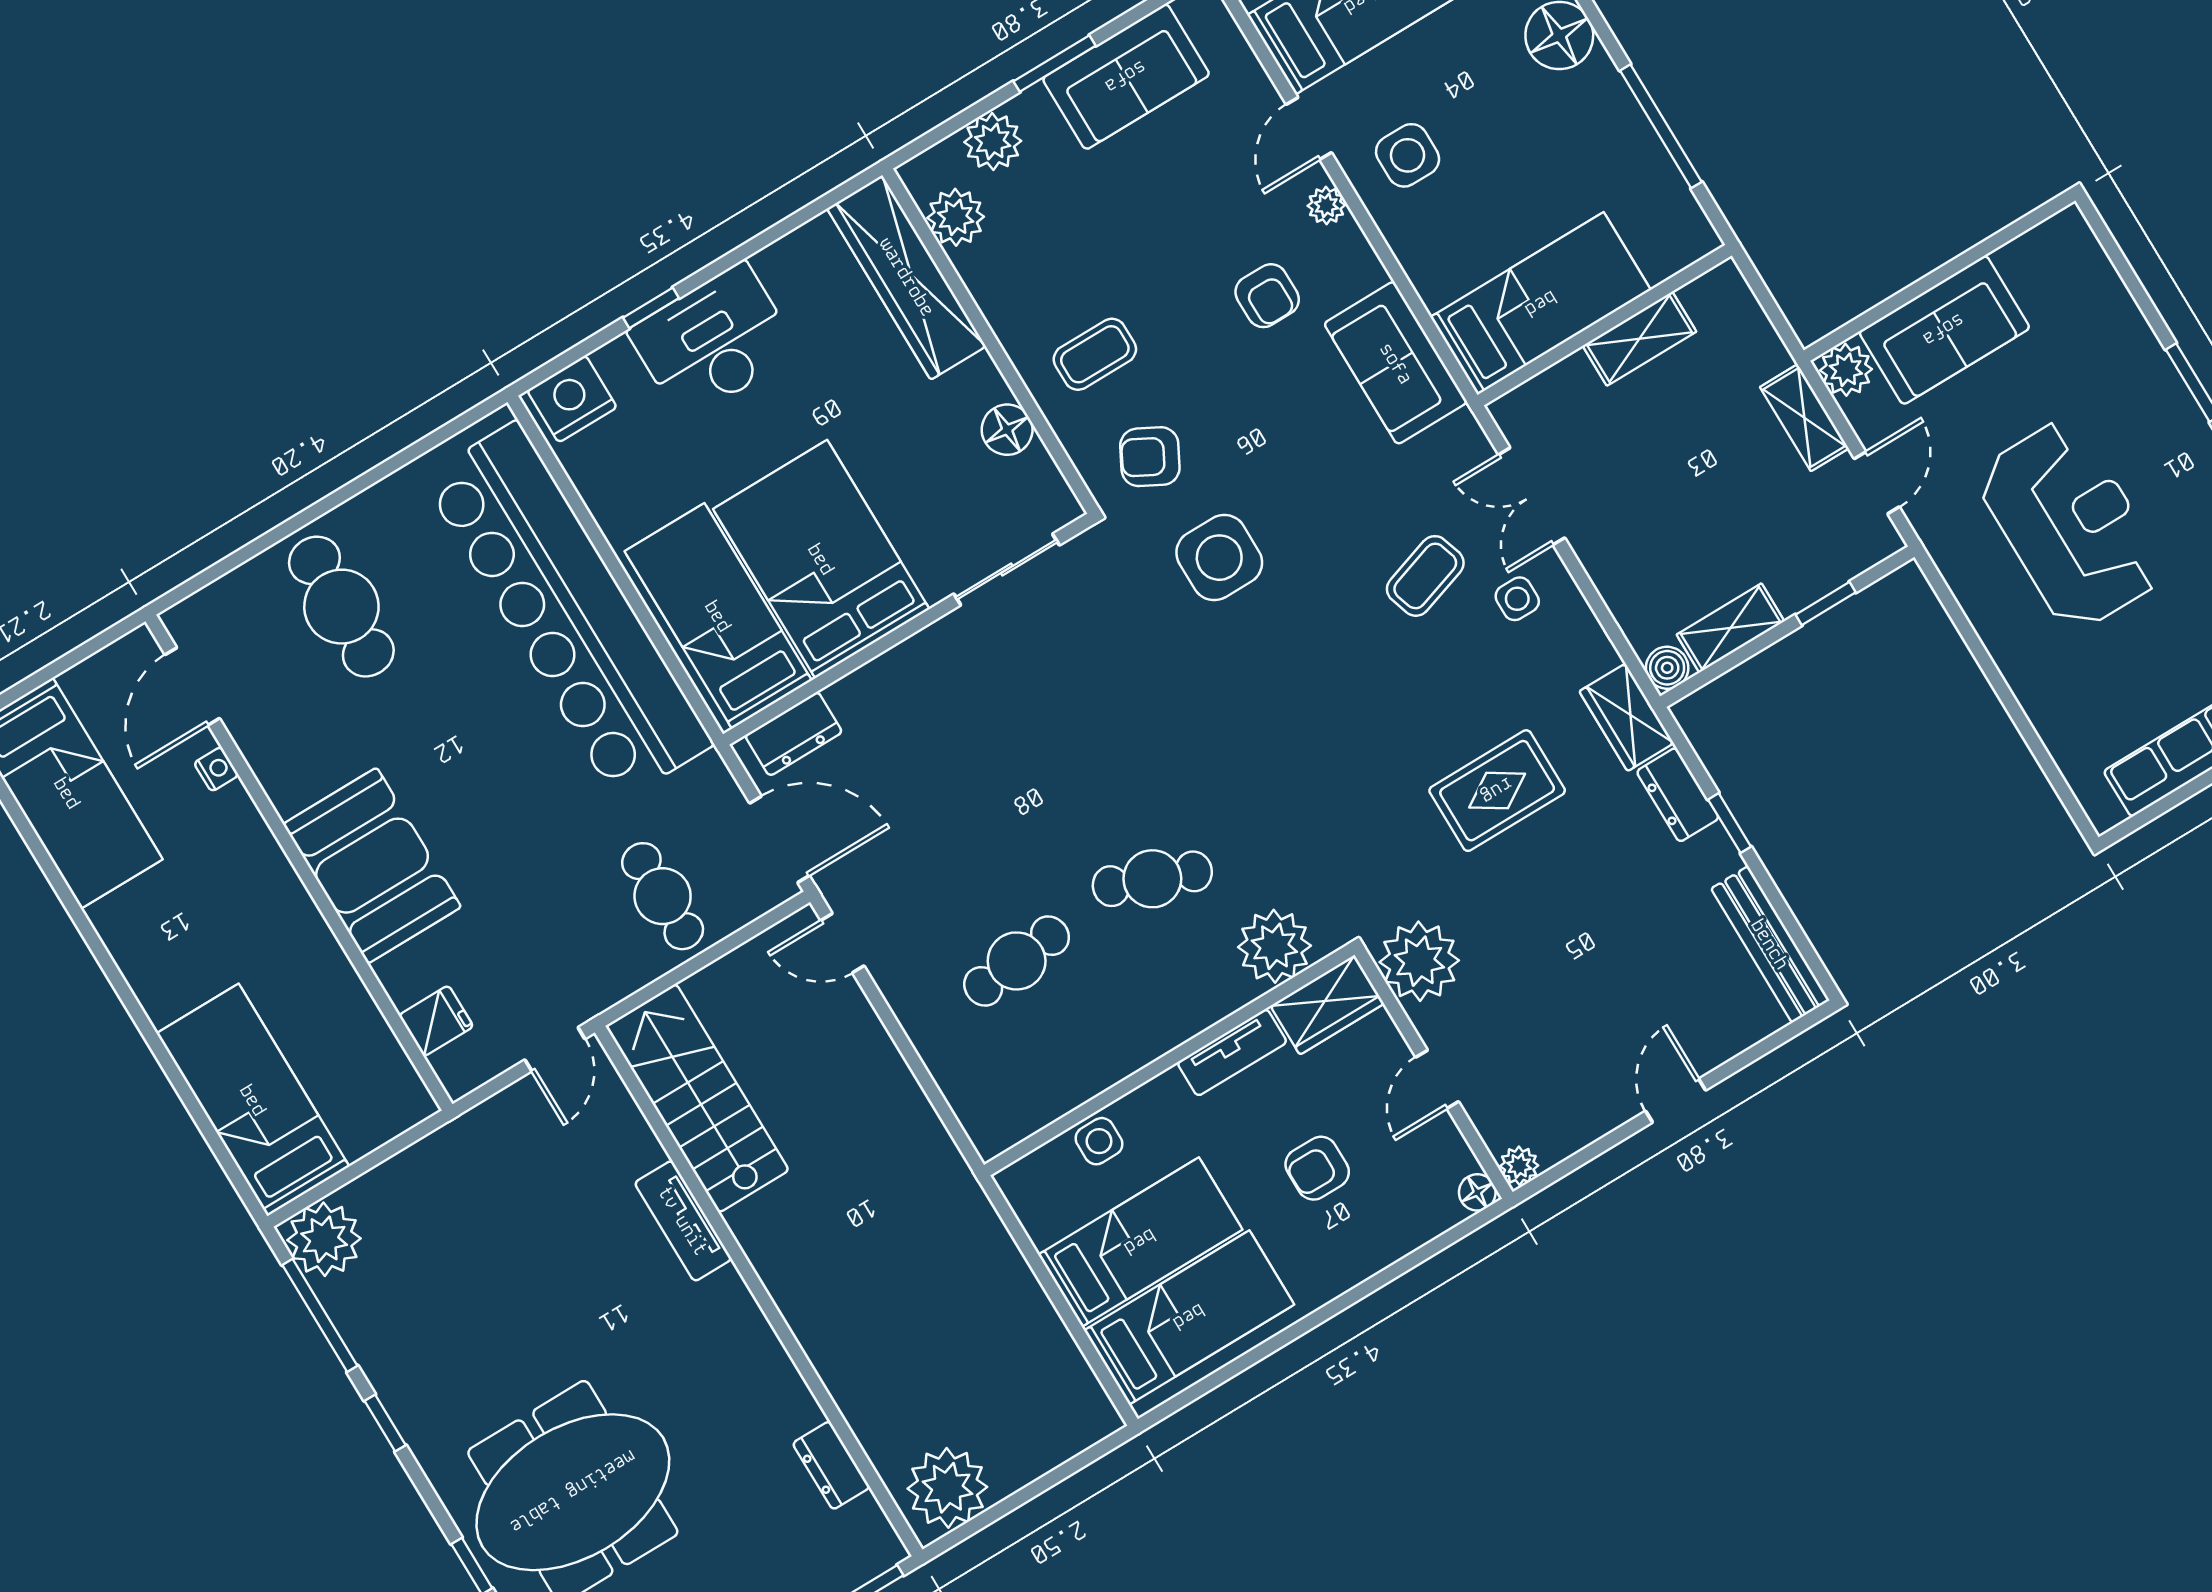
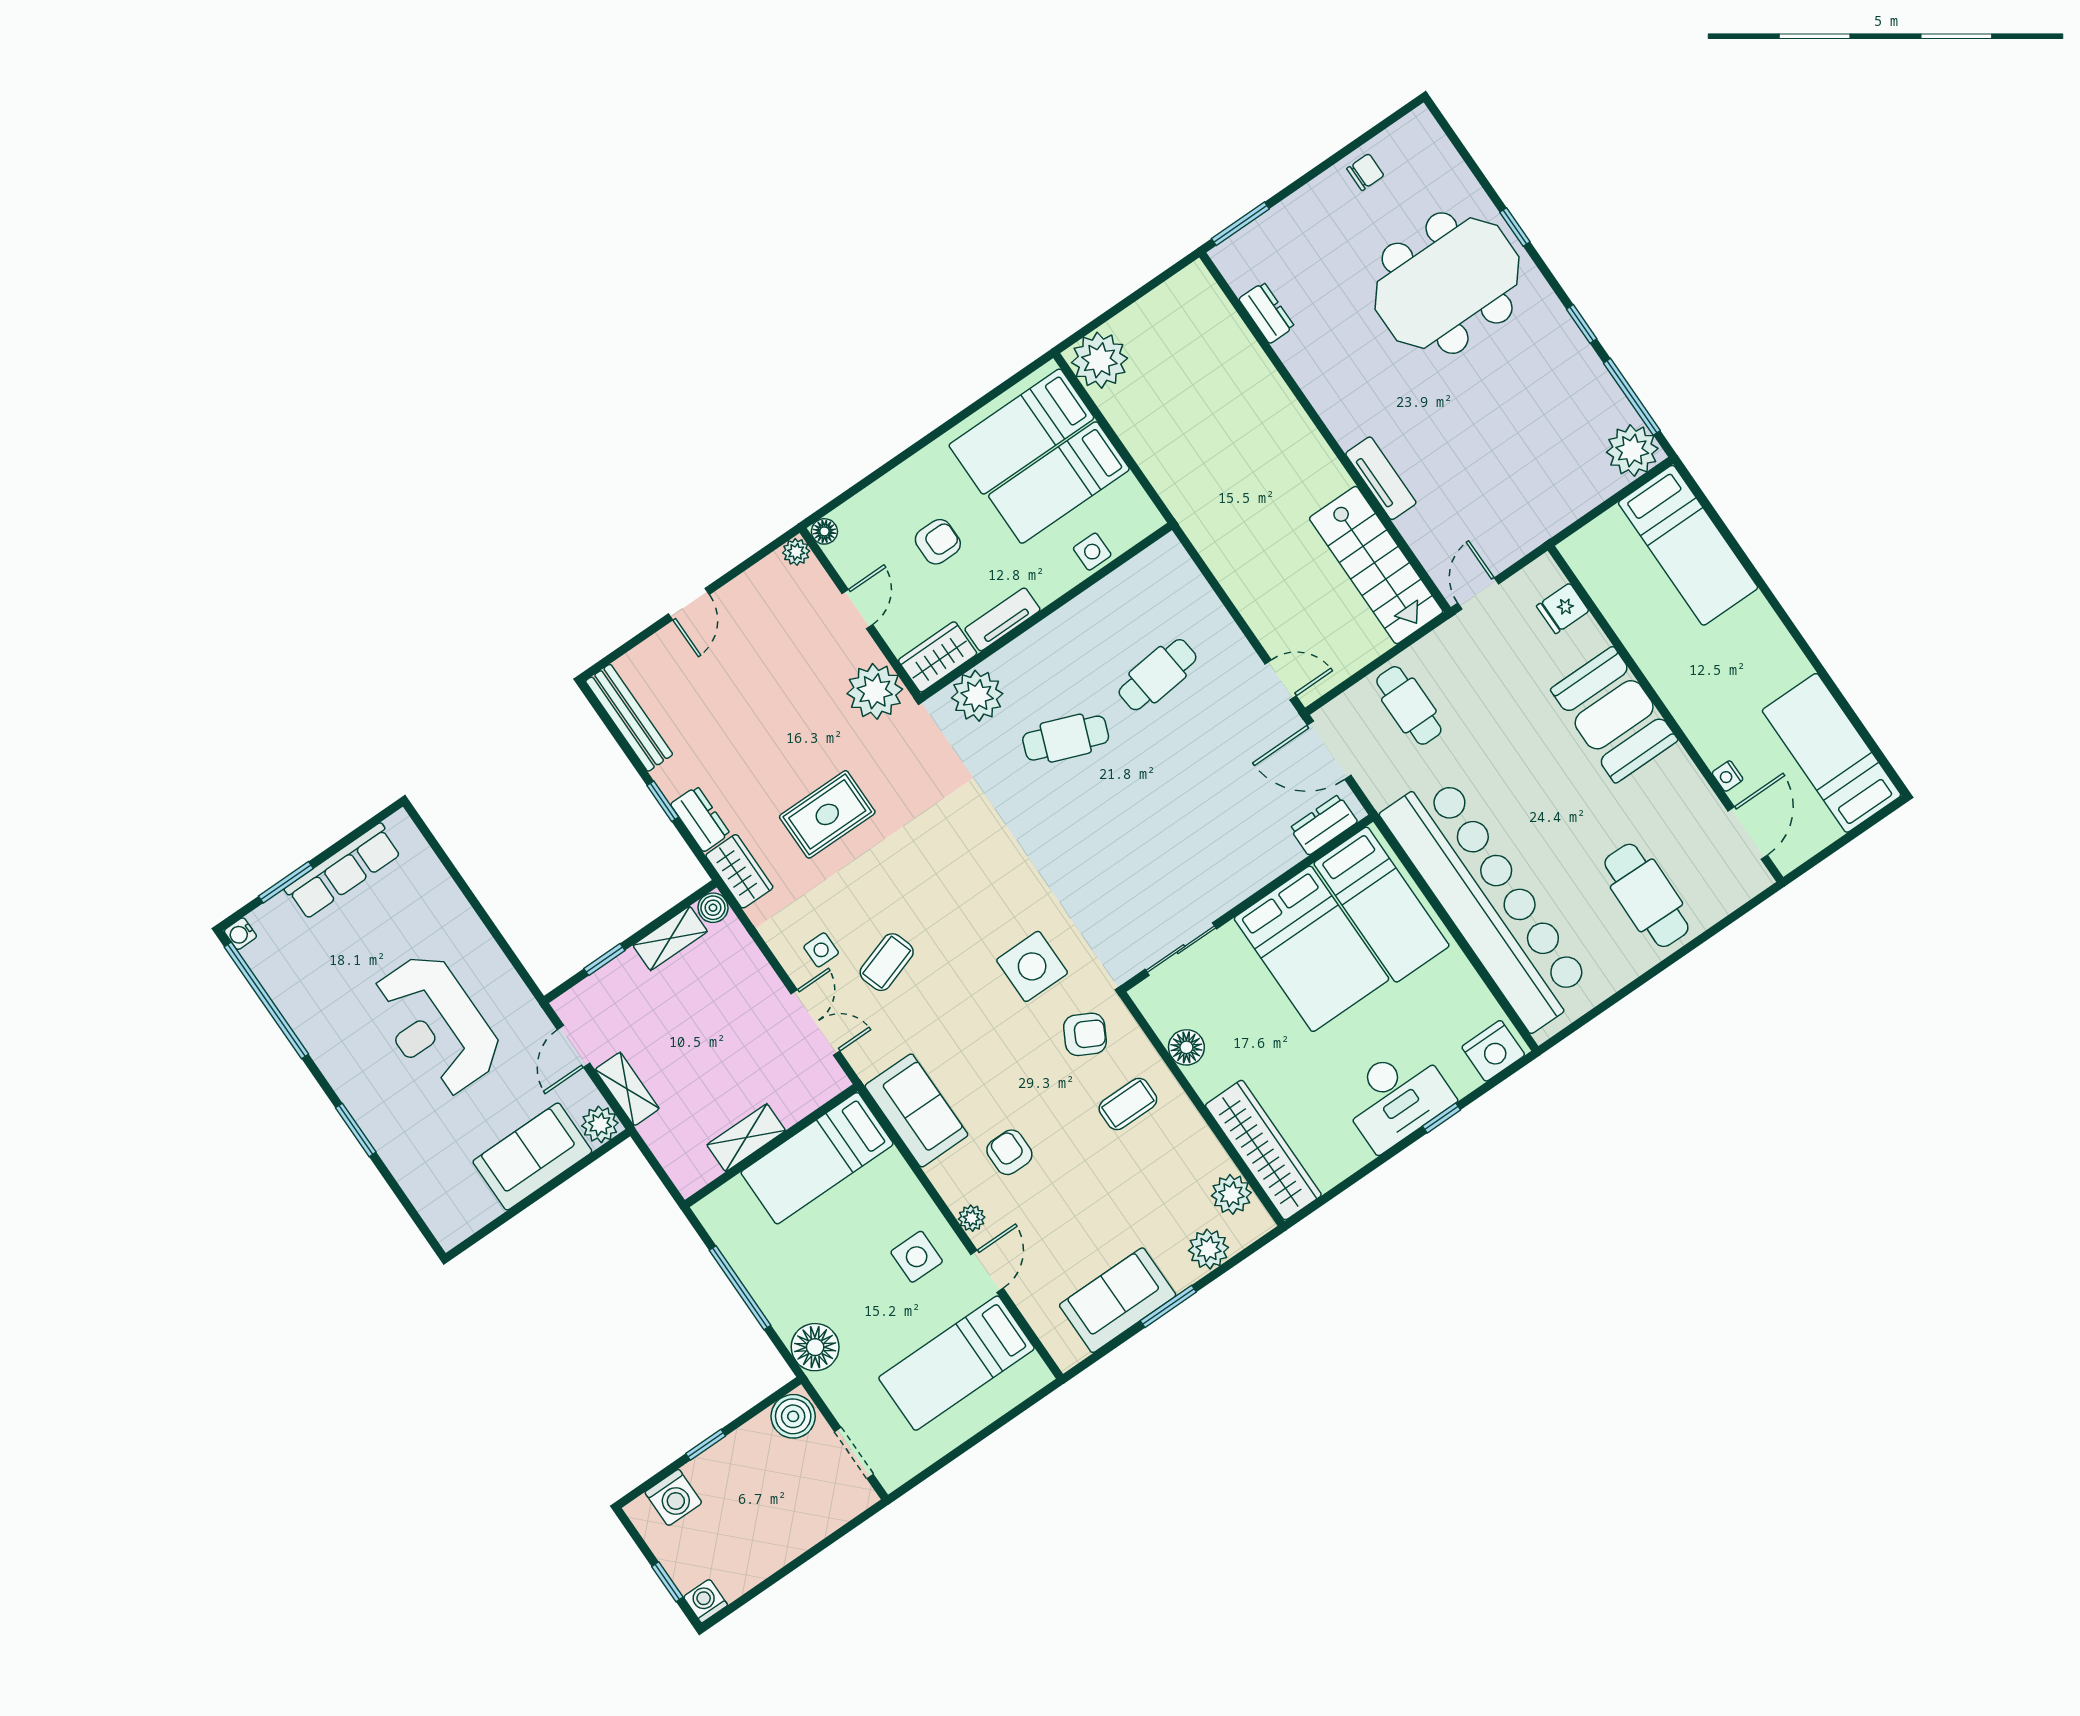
plant: (947, 1488) -> (1099, 360), moved

